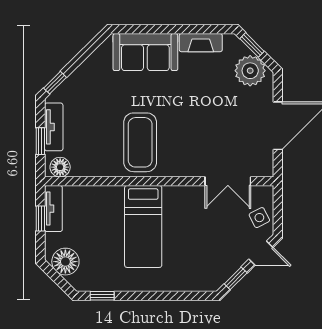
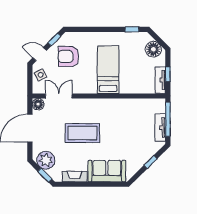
window: (55, 83) -> (151, 162), moved
window: (40, 141) -> (168, 119), width x2.17
coffee table: (140, 142) -> (82, 133), moved, turned 90
floor lamp: (60, 167) -> (38, 104), moved
armchair: (211, 249) -> (68, 56), added

